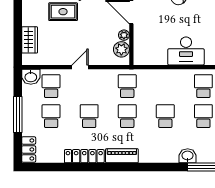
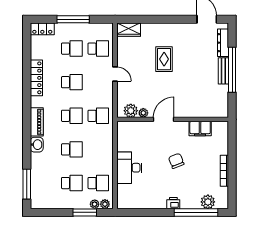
wardrobe: (30, 40) -> (129, 30), moved
washbasin: (31, 77) -> (107, 31), removed
piano: (122, 156) -> (37, 122), moved
washbasin: (188, 156) -> (37, 145), moved

